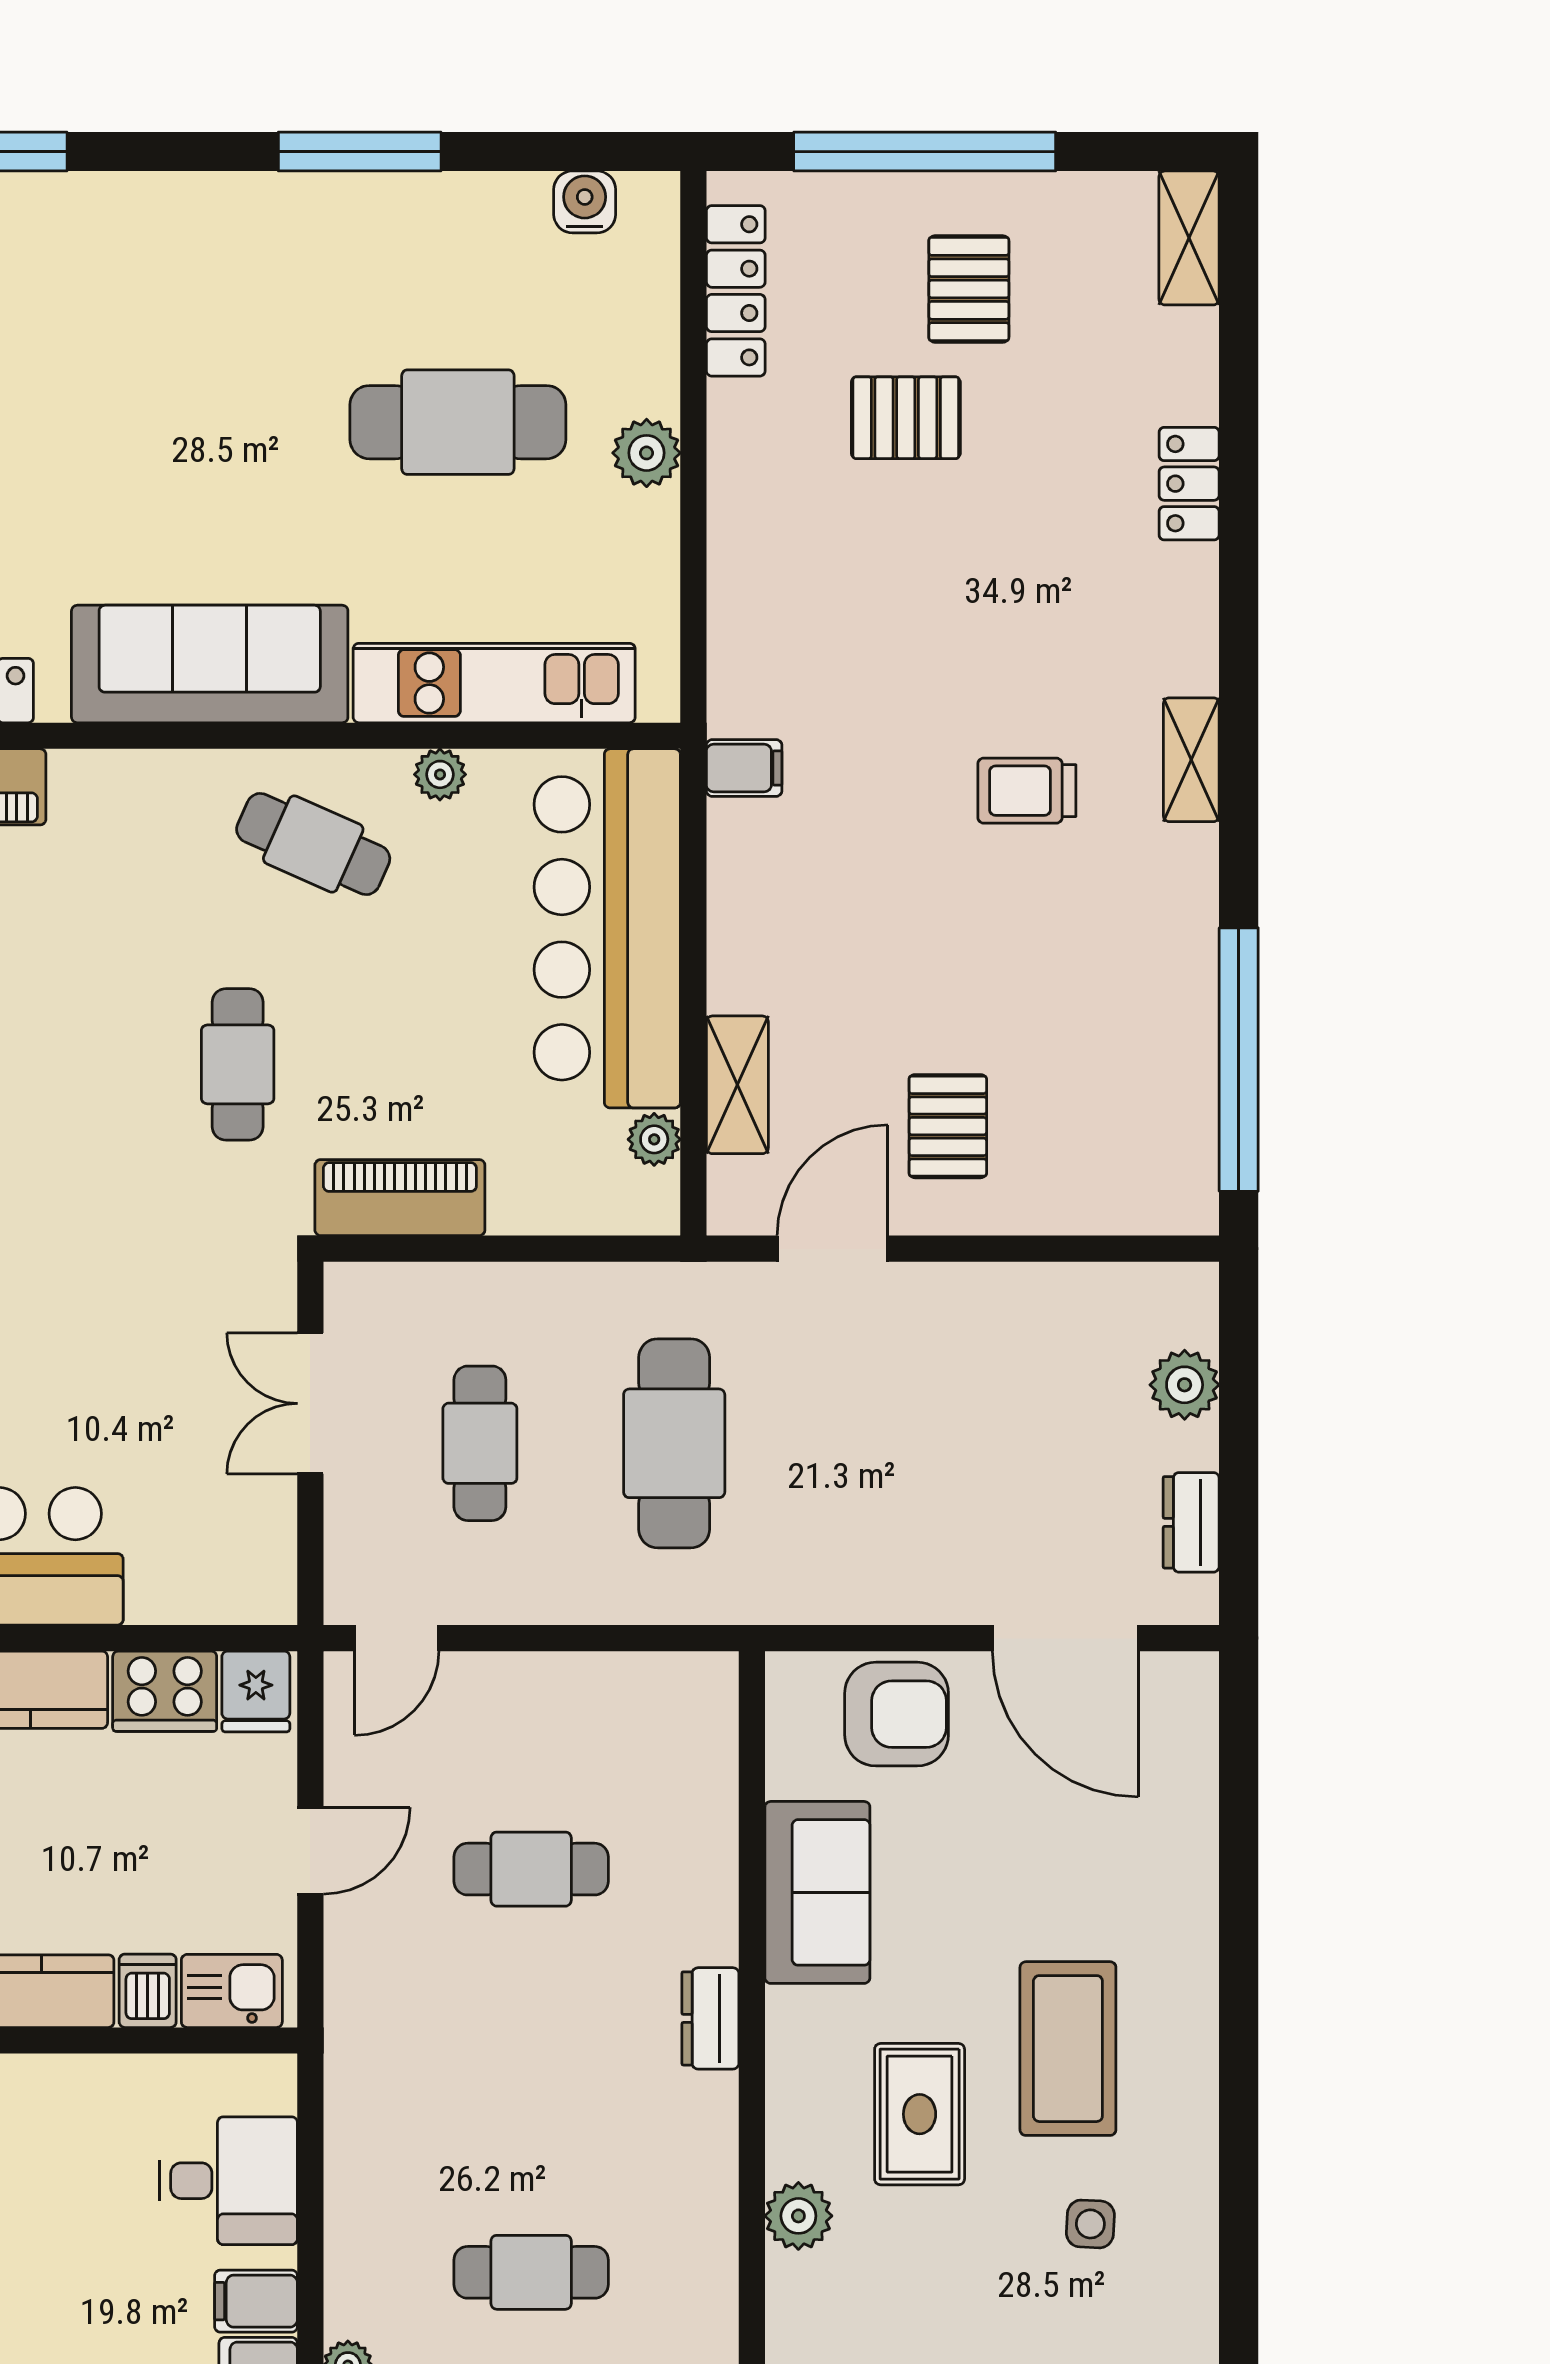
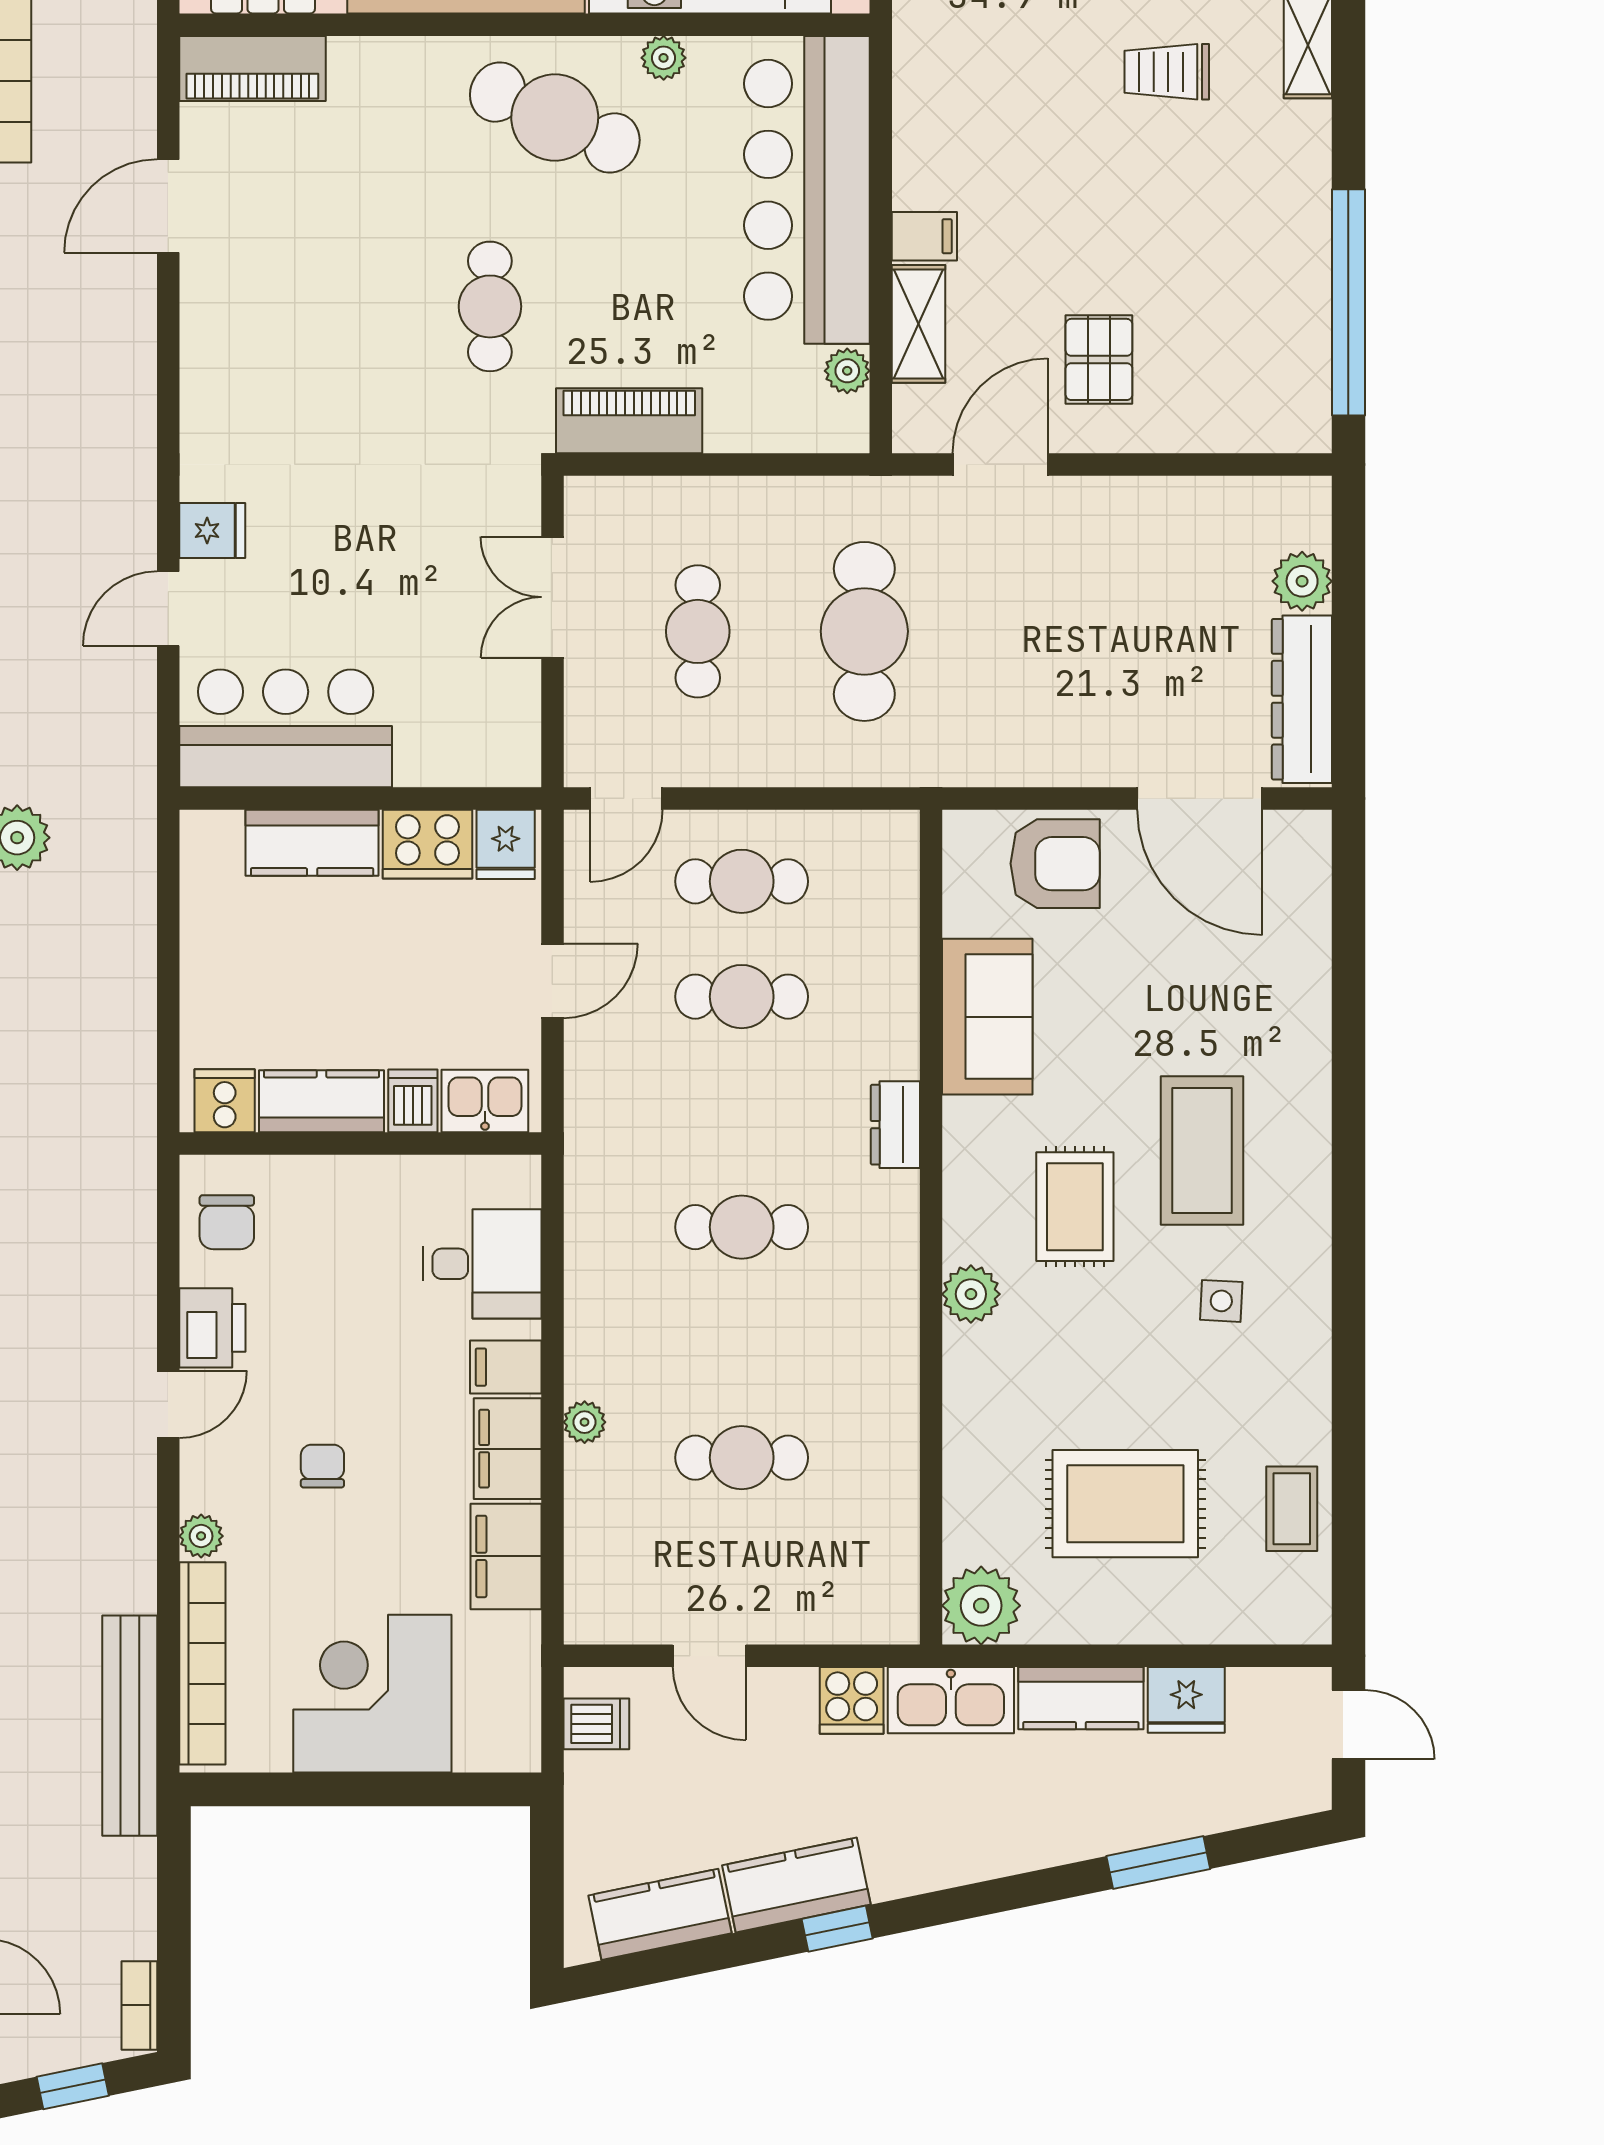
filing cabinet: (744, 768) -> (924, 236), moved
cafe table: (313, 844) -> (555, 117), width x1.37, depth x1.35
dresser: (1191, 1522) -> (1302, 699), width x1.96, depth x1.24
cafe table: (531, 1735) -> (742, 881), added
cafe table: (531, 2272) -> (742, 1227), moved

